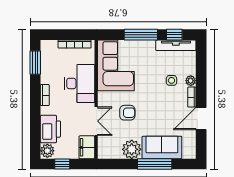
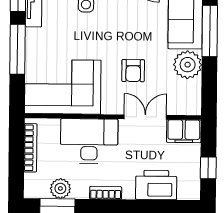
armchair: (127, 113) -> (133, 71), turned 180
plant: (47, 151) -> (60, 188), moved

